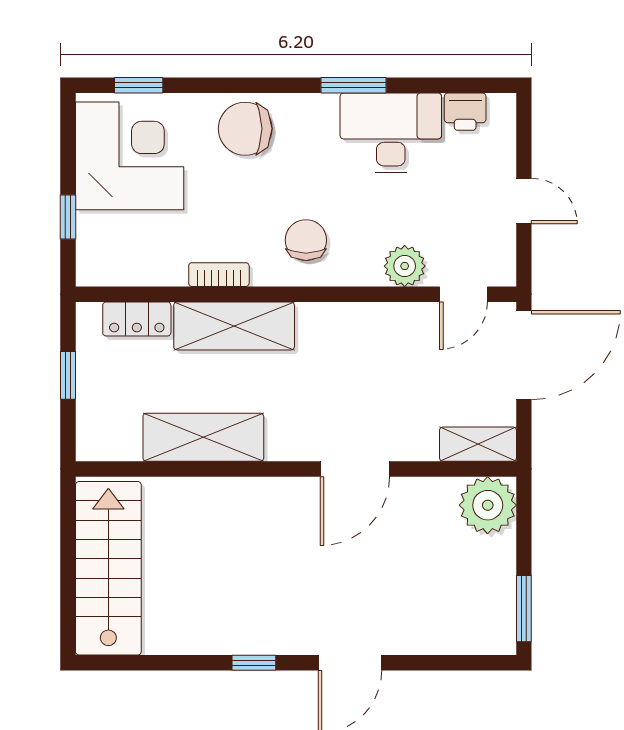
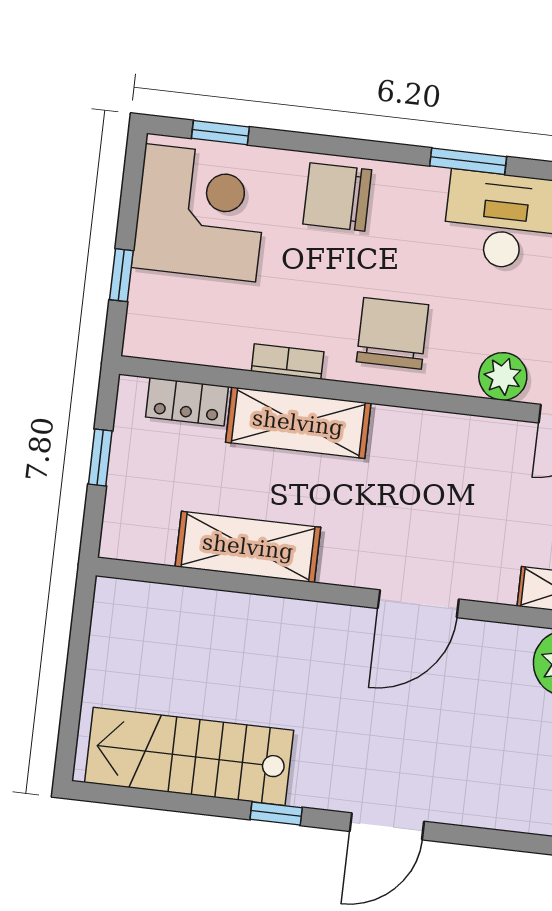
chair: (306, 240) -> (392, 333), width x1.37, depth x1.37
stairs: (108, 568) -> (189, 756), moved, turned -90

